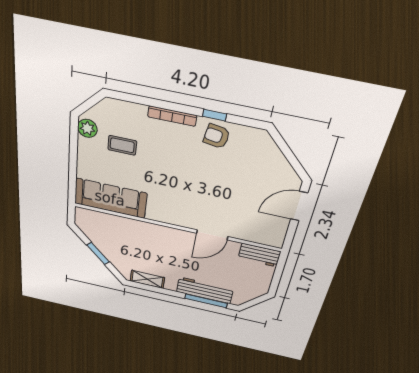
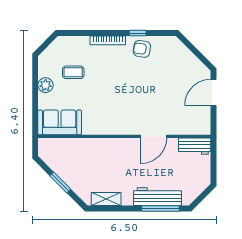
plant: (87, 128) -> (46, 85), moved
sofa: (110, 198) -> (60, 122), width x0.73

